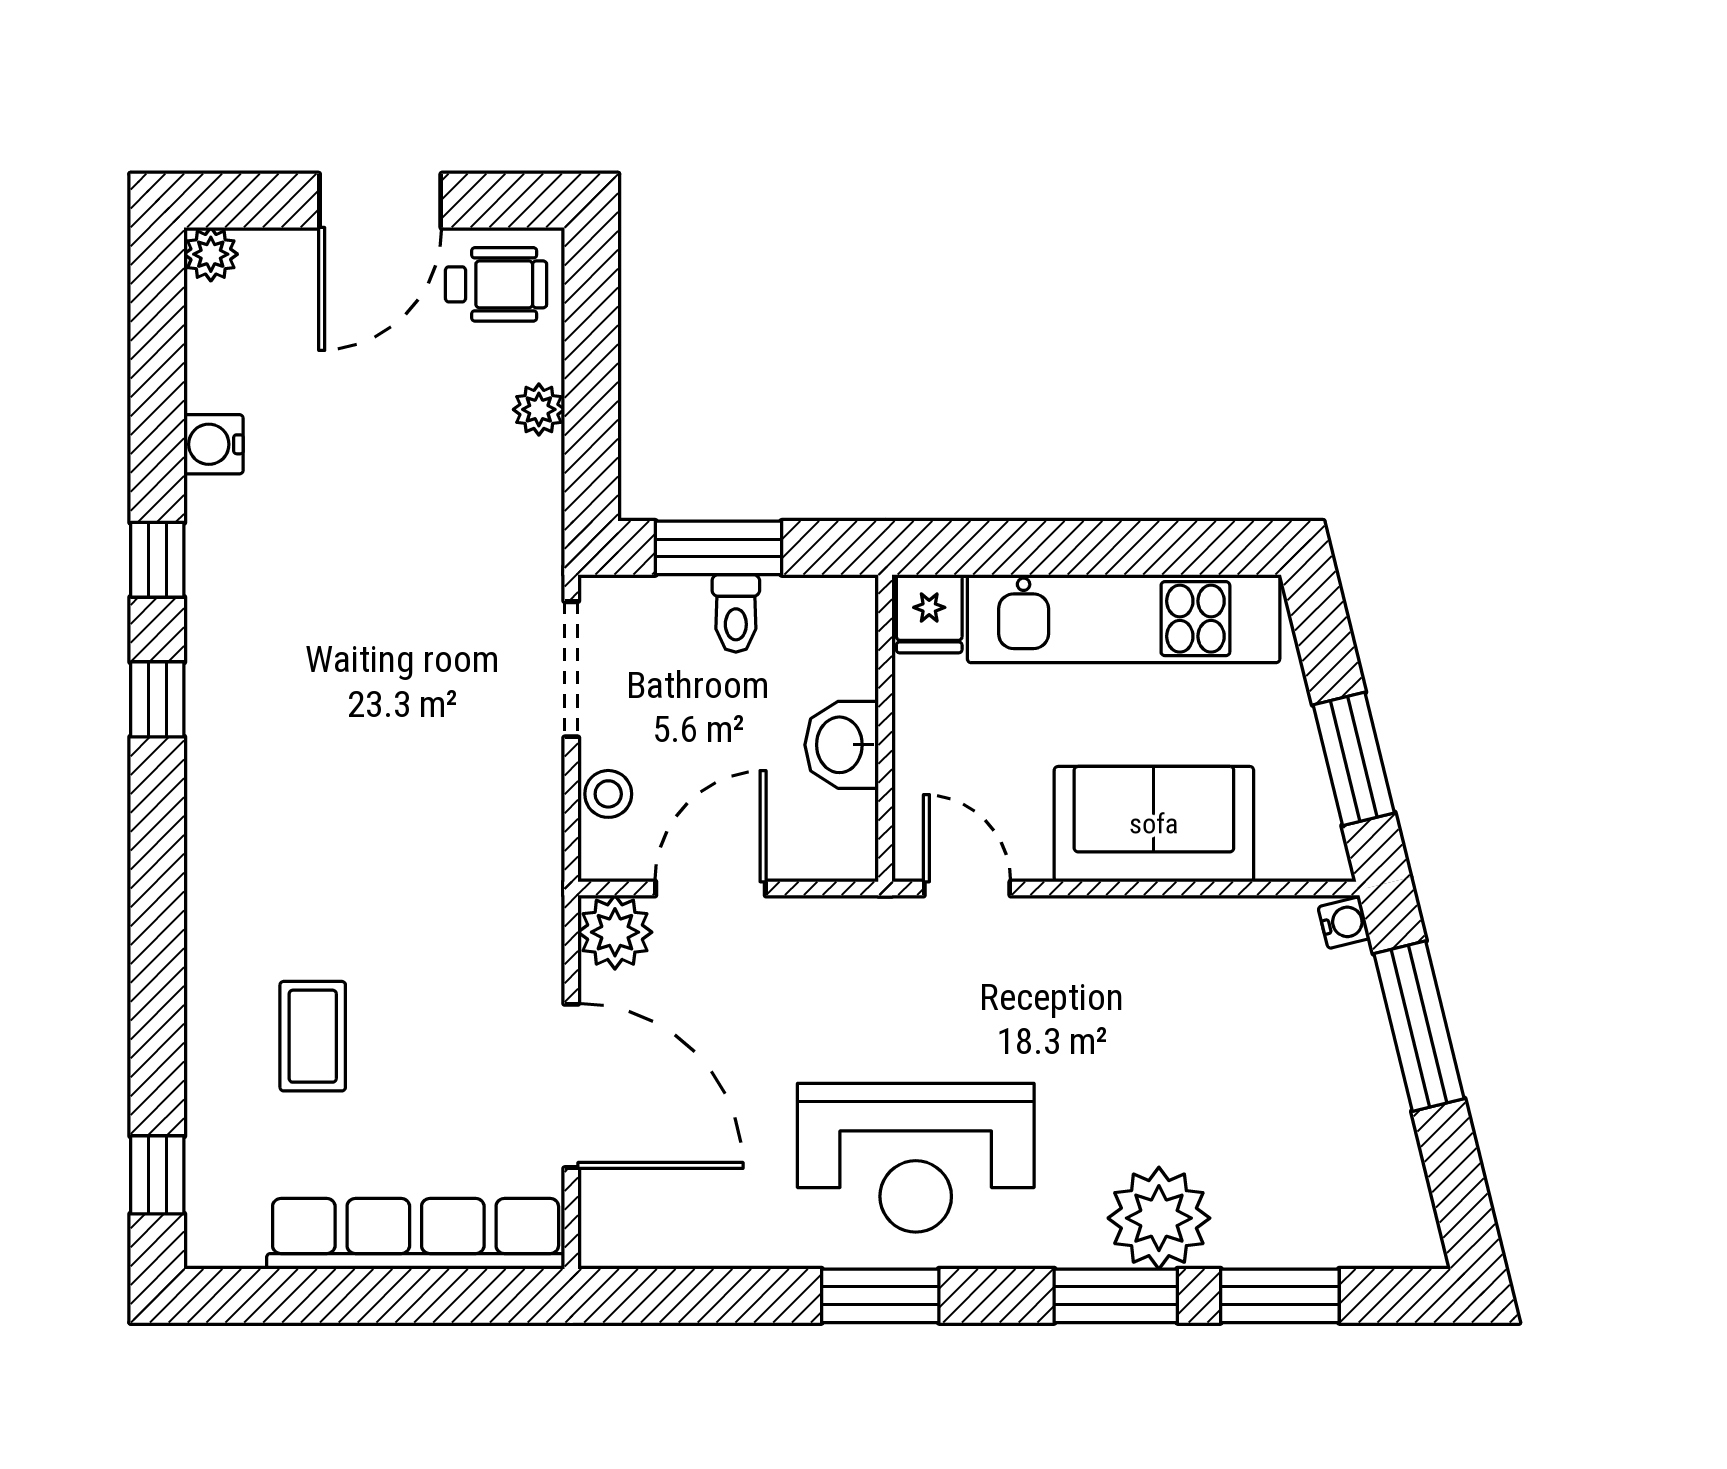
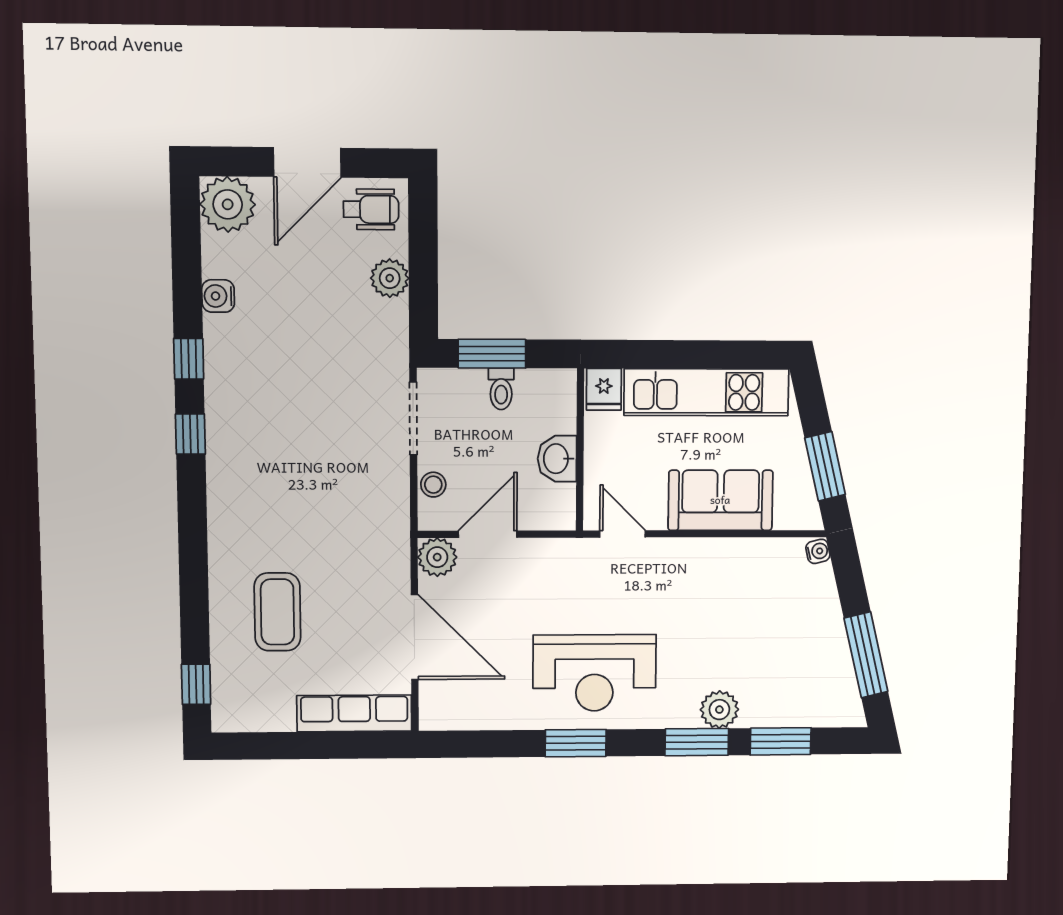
plant: (211, 254) -> (228, 204), width x1.88, depth x1.88
plant: (539, 409) -> (390, 278), width x1.38, depth x1.38
window: (1419, 1026) -> (866, 655), moved
coffee table: (313, 1036) -> (277, 612), width x1.36, depth x1.30
plant: (1159, 1218) -> (719, 710), width x0.73, depth x0.73
row of seats: (416, 1234) -> (354, 713), width x0.73

